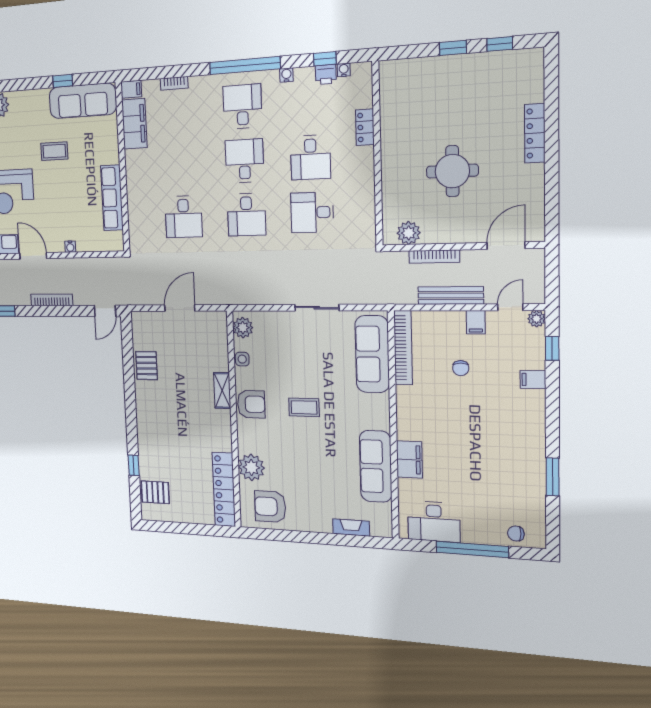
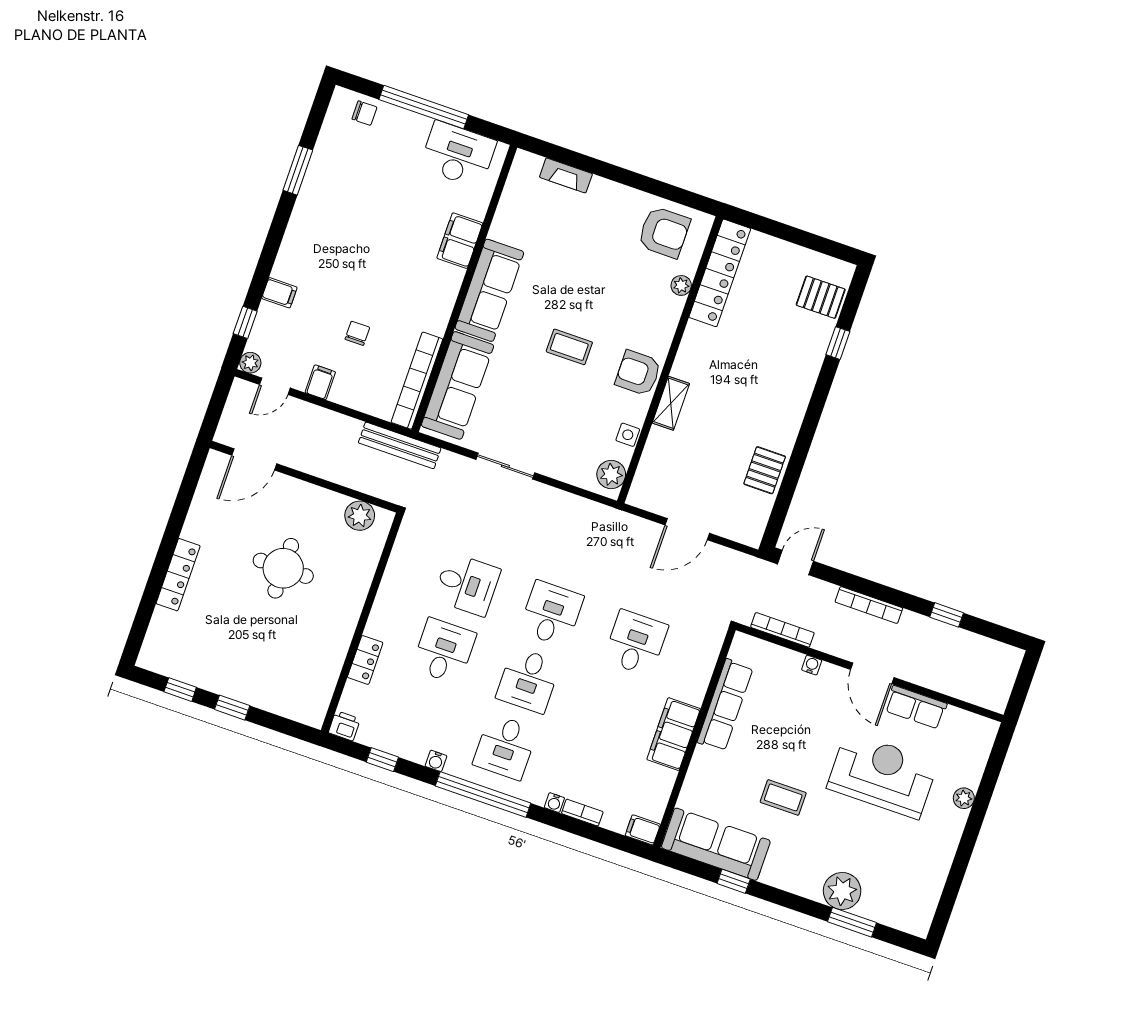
water cooler: (344, 70) -> (554, 803), moved
printer: (326, 74) -> (344, 726), moved
filing cabinet: (134, 124) -> (674, 734), moved
bookcase: (434, 257) -> (782, 630), moved
bench: (451, 295) -> (400, 445), moved
sofa: (376, 466) -> (489, 290), moved
plant: (251, 467) -> (681, 285), width x0.53, depth x0.53

